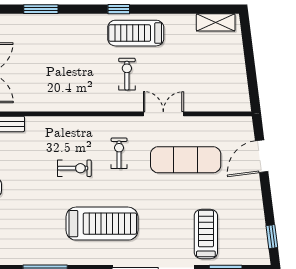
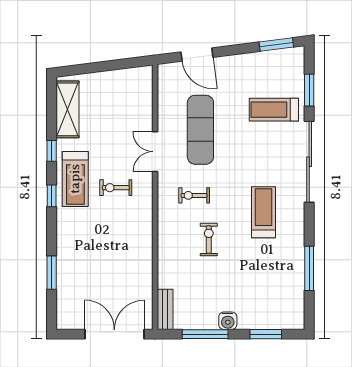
window: (164, 9) -> (52, 151), added
shelving: (216, 22) -> (68, 109), width x1.50, depth x1.33
treadmill: (102, 224) -> (264, 212), width x0.73, depth x0.73
window: (272, 237) -> (276, 44), width x1.50

